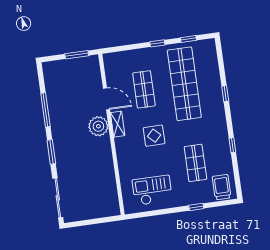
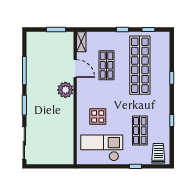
shelving: (118, 124) -> (81, 42), moved
display table: (154, 136) -> (98, 117), moved
checkout: (152, 190) -> (102, 148), width x1.36, depth x1.21

